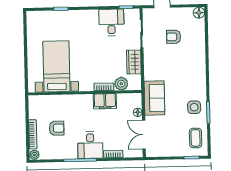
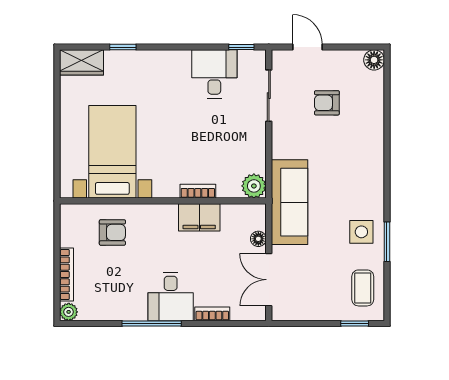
wardrobe: (134, 62) -> (82, 62), moved, turned -90
plant: (121, 84) -> (254, 186), moved
sofa: (154, 98) -> (290, 202), width x1.36
armchair: (57, 128) -> (112, 232), moved

